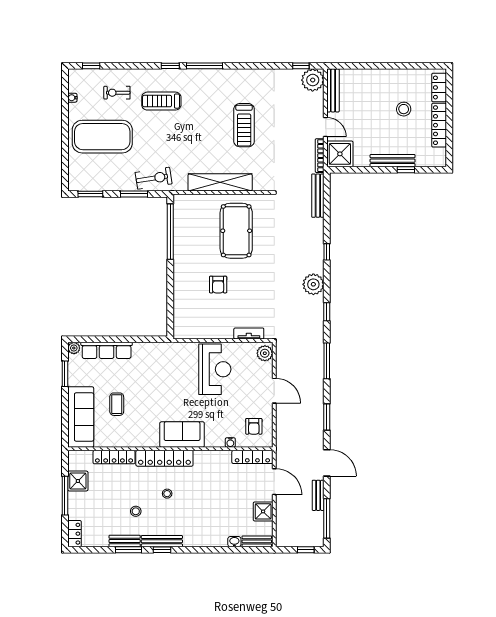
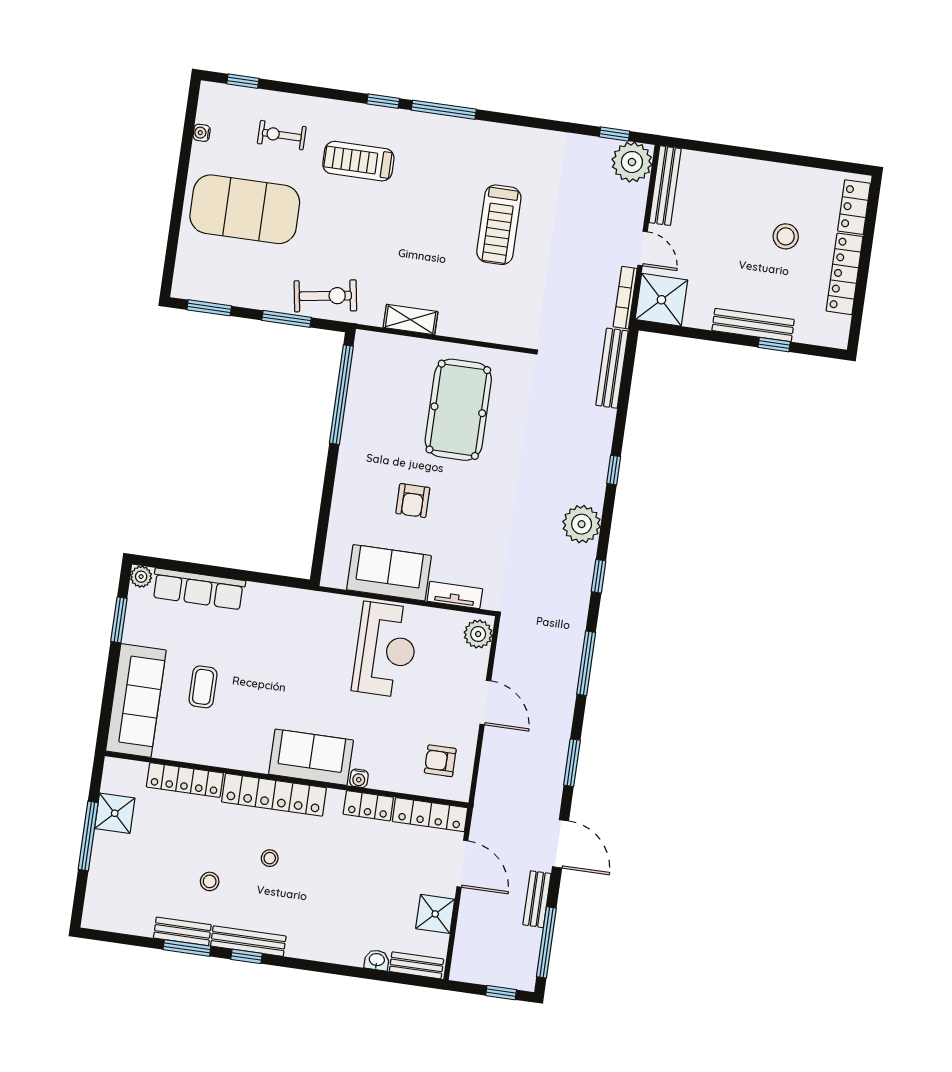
shelving: (220, 182) -> (411, 320), width x0.45, depth x0.75
sofa: (211, 326) -> (389, 573), added
armchair: (254, 426) -> (440, 761), turned 90
water cooler: (230, 442) -> (359, 778), moved
locker: (75, 534) -> (368, 806), moved, turned 90

